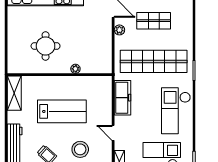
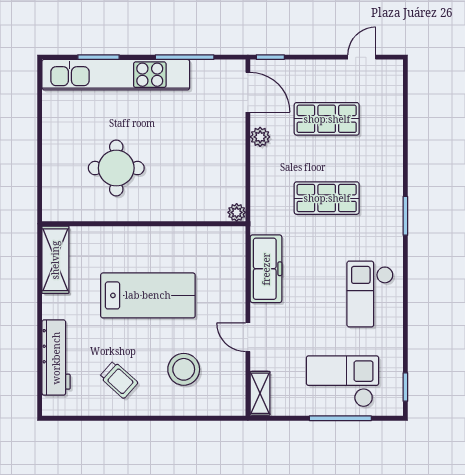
shop shelf: (154, 61) -> (327, 198), width x0.50, depth x0.74
plant: (75, 69) -> (237, 212), moved
checkout: (176, 111) -> (370, 294), width x0.73, depth x0.83

